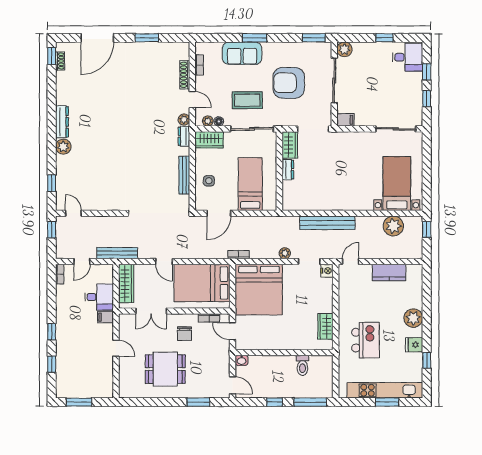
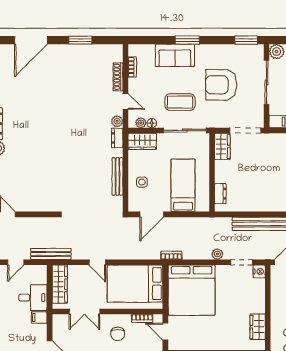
dresser: (288, 170) -> (220, 194), moved

